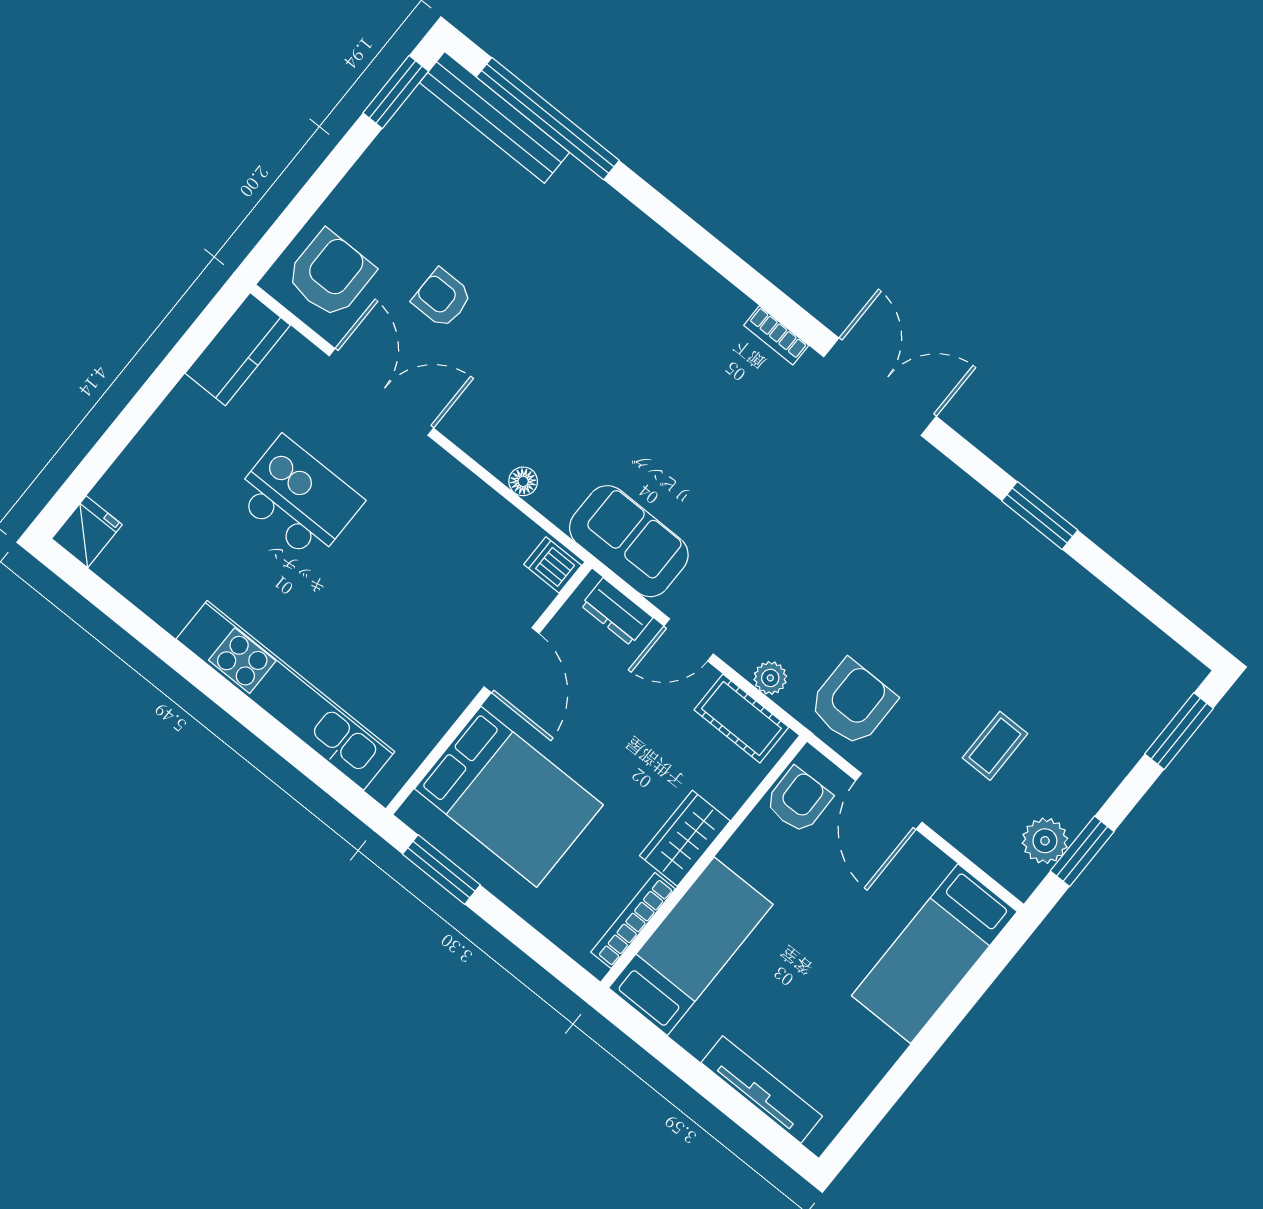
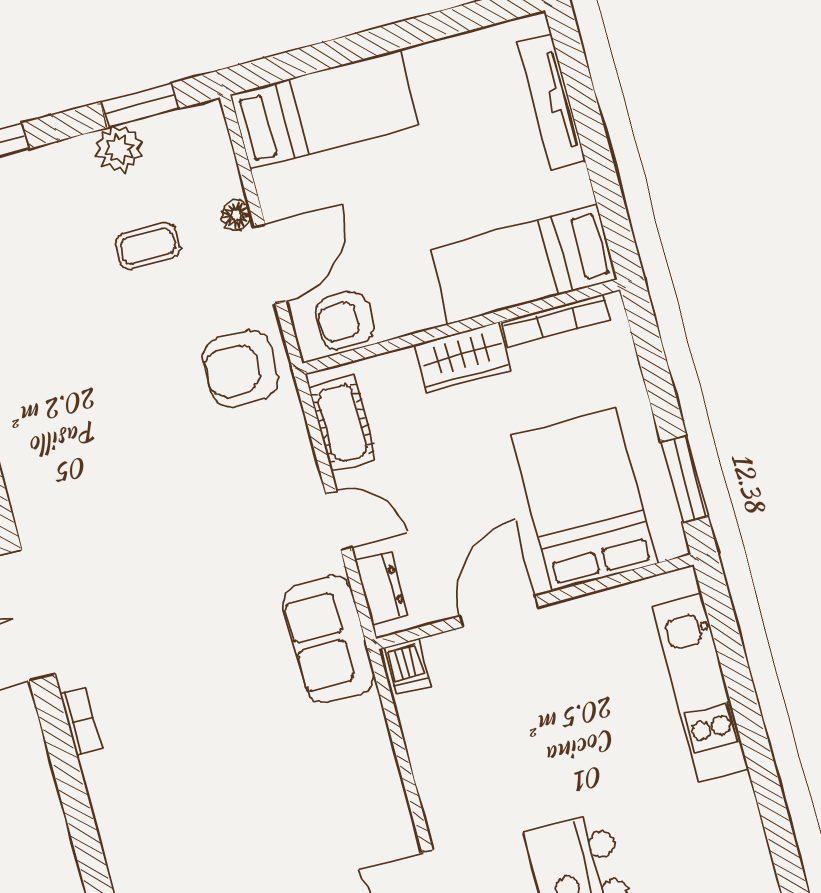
floor lamp: (523, 481) -> (236, 215), moved
plant: (770, 678) -> (294, 439), removed
kitchen unit: (285, 695) -> (700, 687), width x0.73
plant: (1045, 841) -> (119, 149), moved

